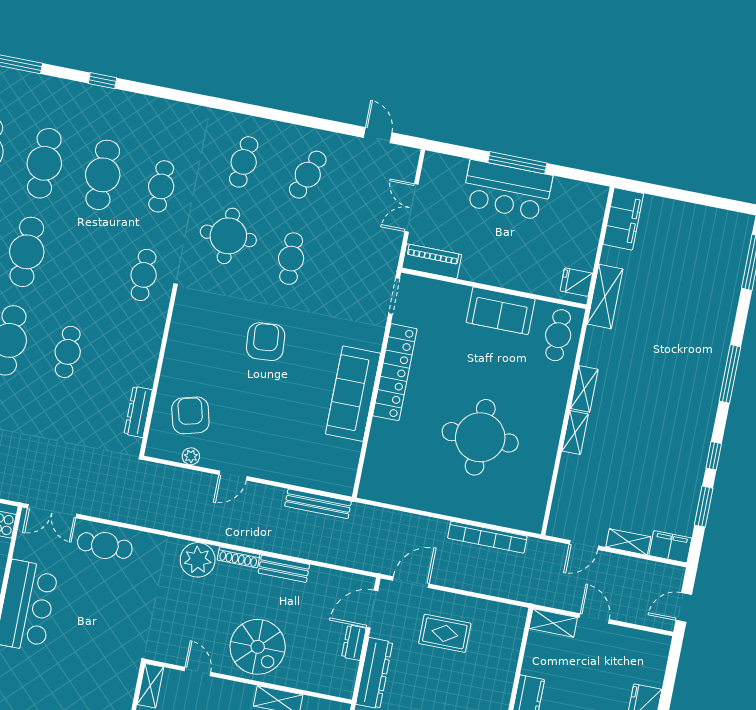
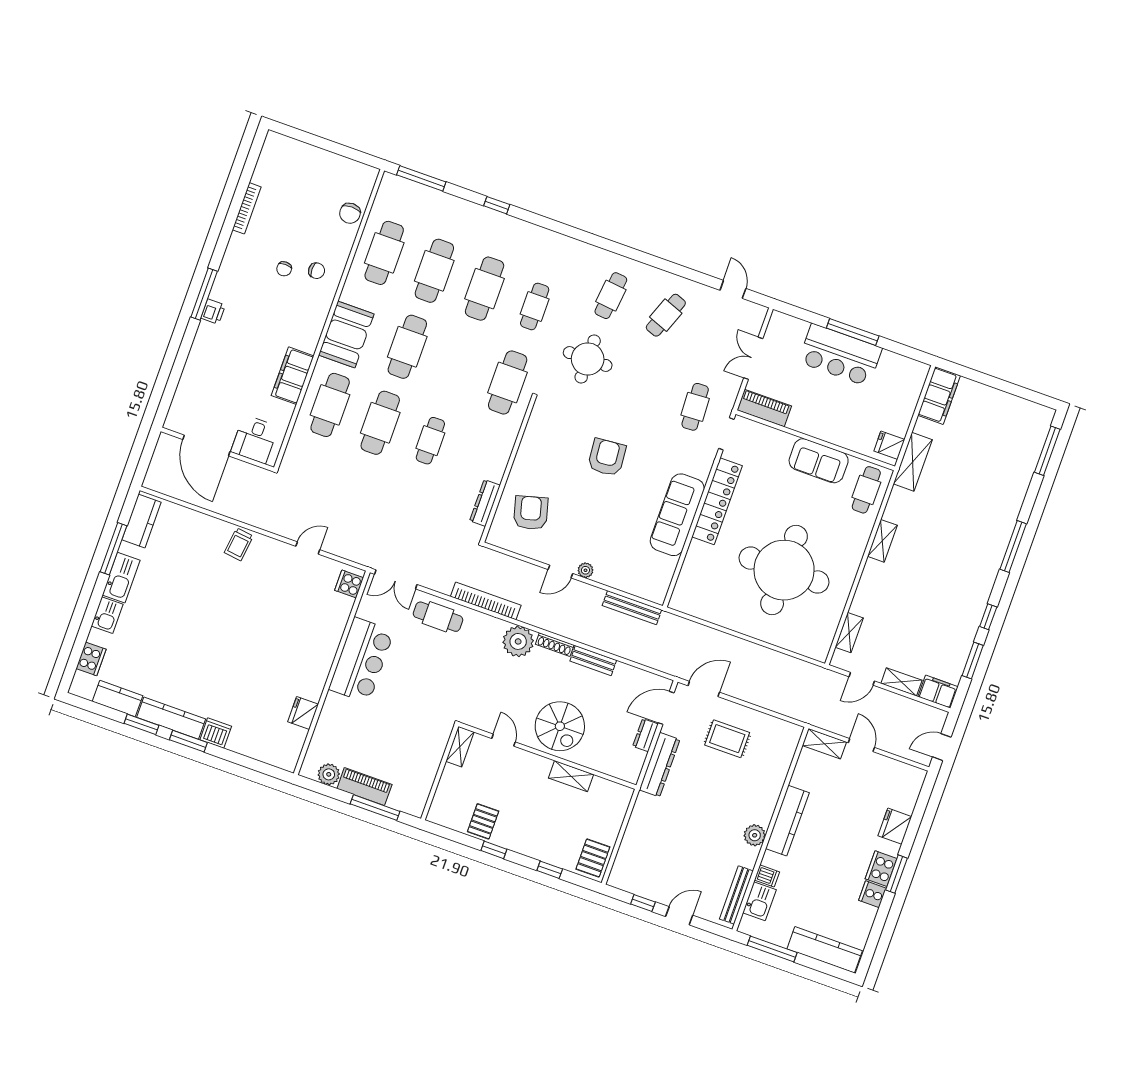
cafe table: (291, 259) -> (695, 407), moved
cafe table: (144, 275) -> (508, 382), width x1.37, depth x1.35
shelving: (575, 432) -> (849, 633), moved
round table: (480, 437) -> (784, 570), width x1.36, depth x1.36
plant: (191, 456) -> (585, 570), moved
bookcase: (487, 537) -> (486, 601), moved, turned 180

